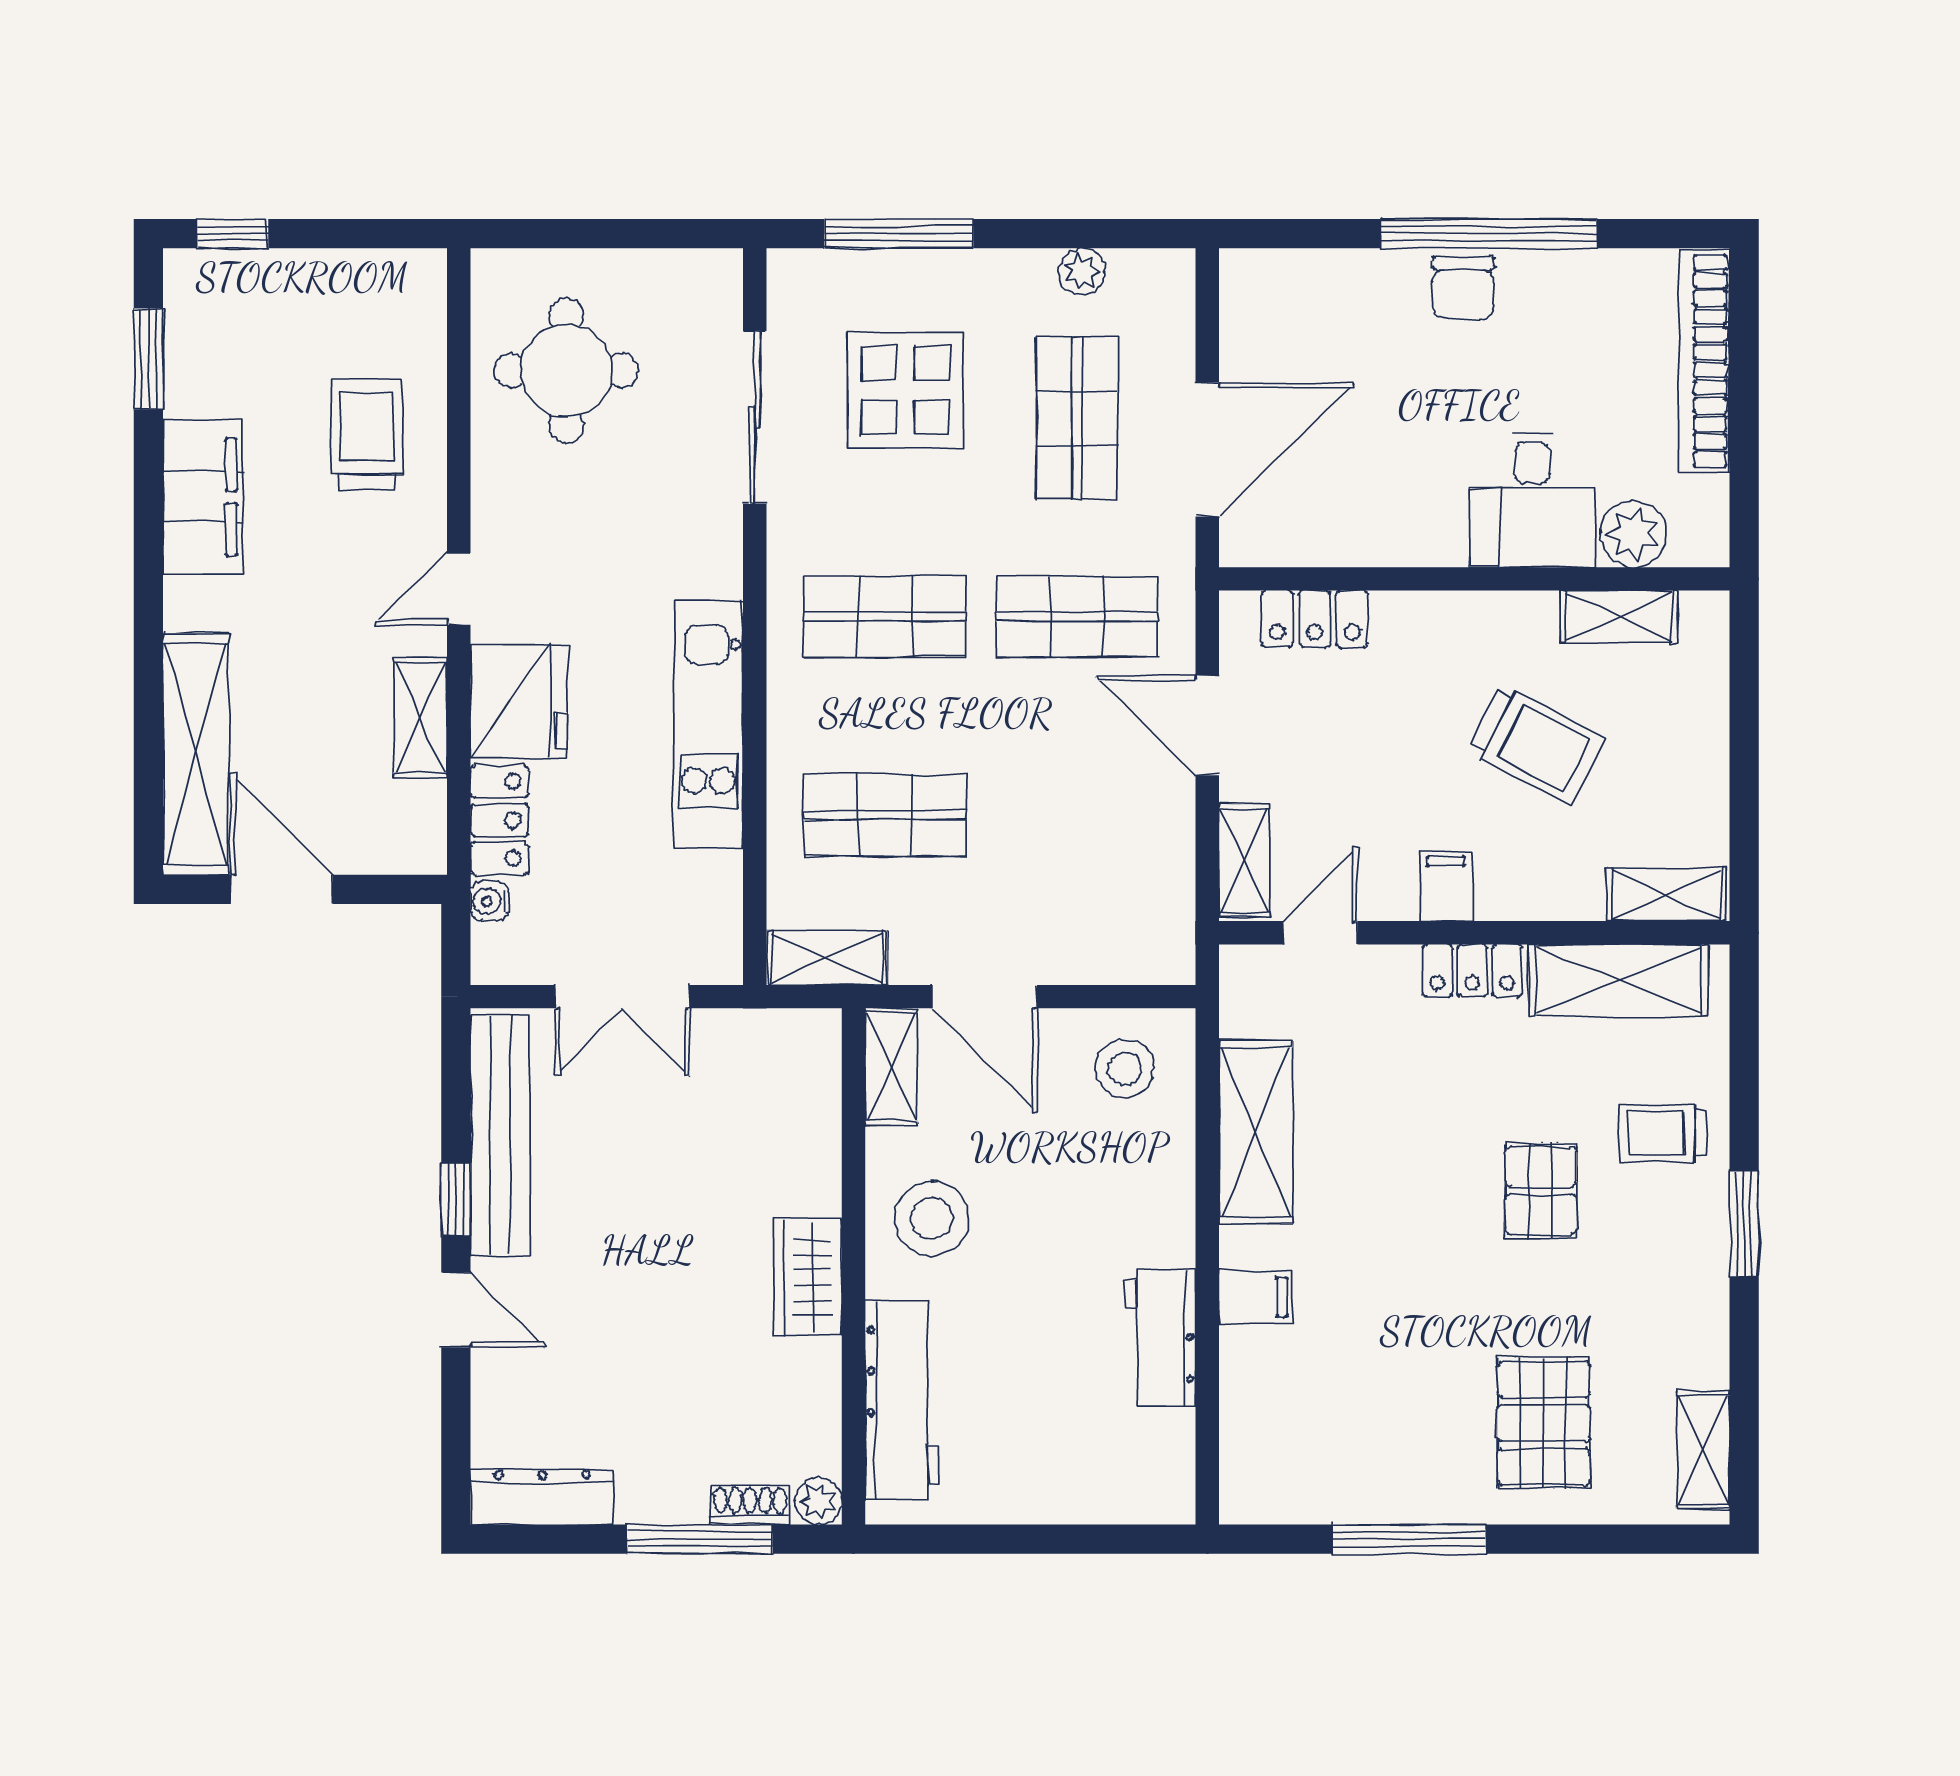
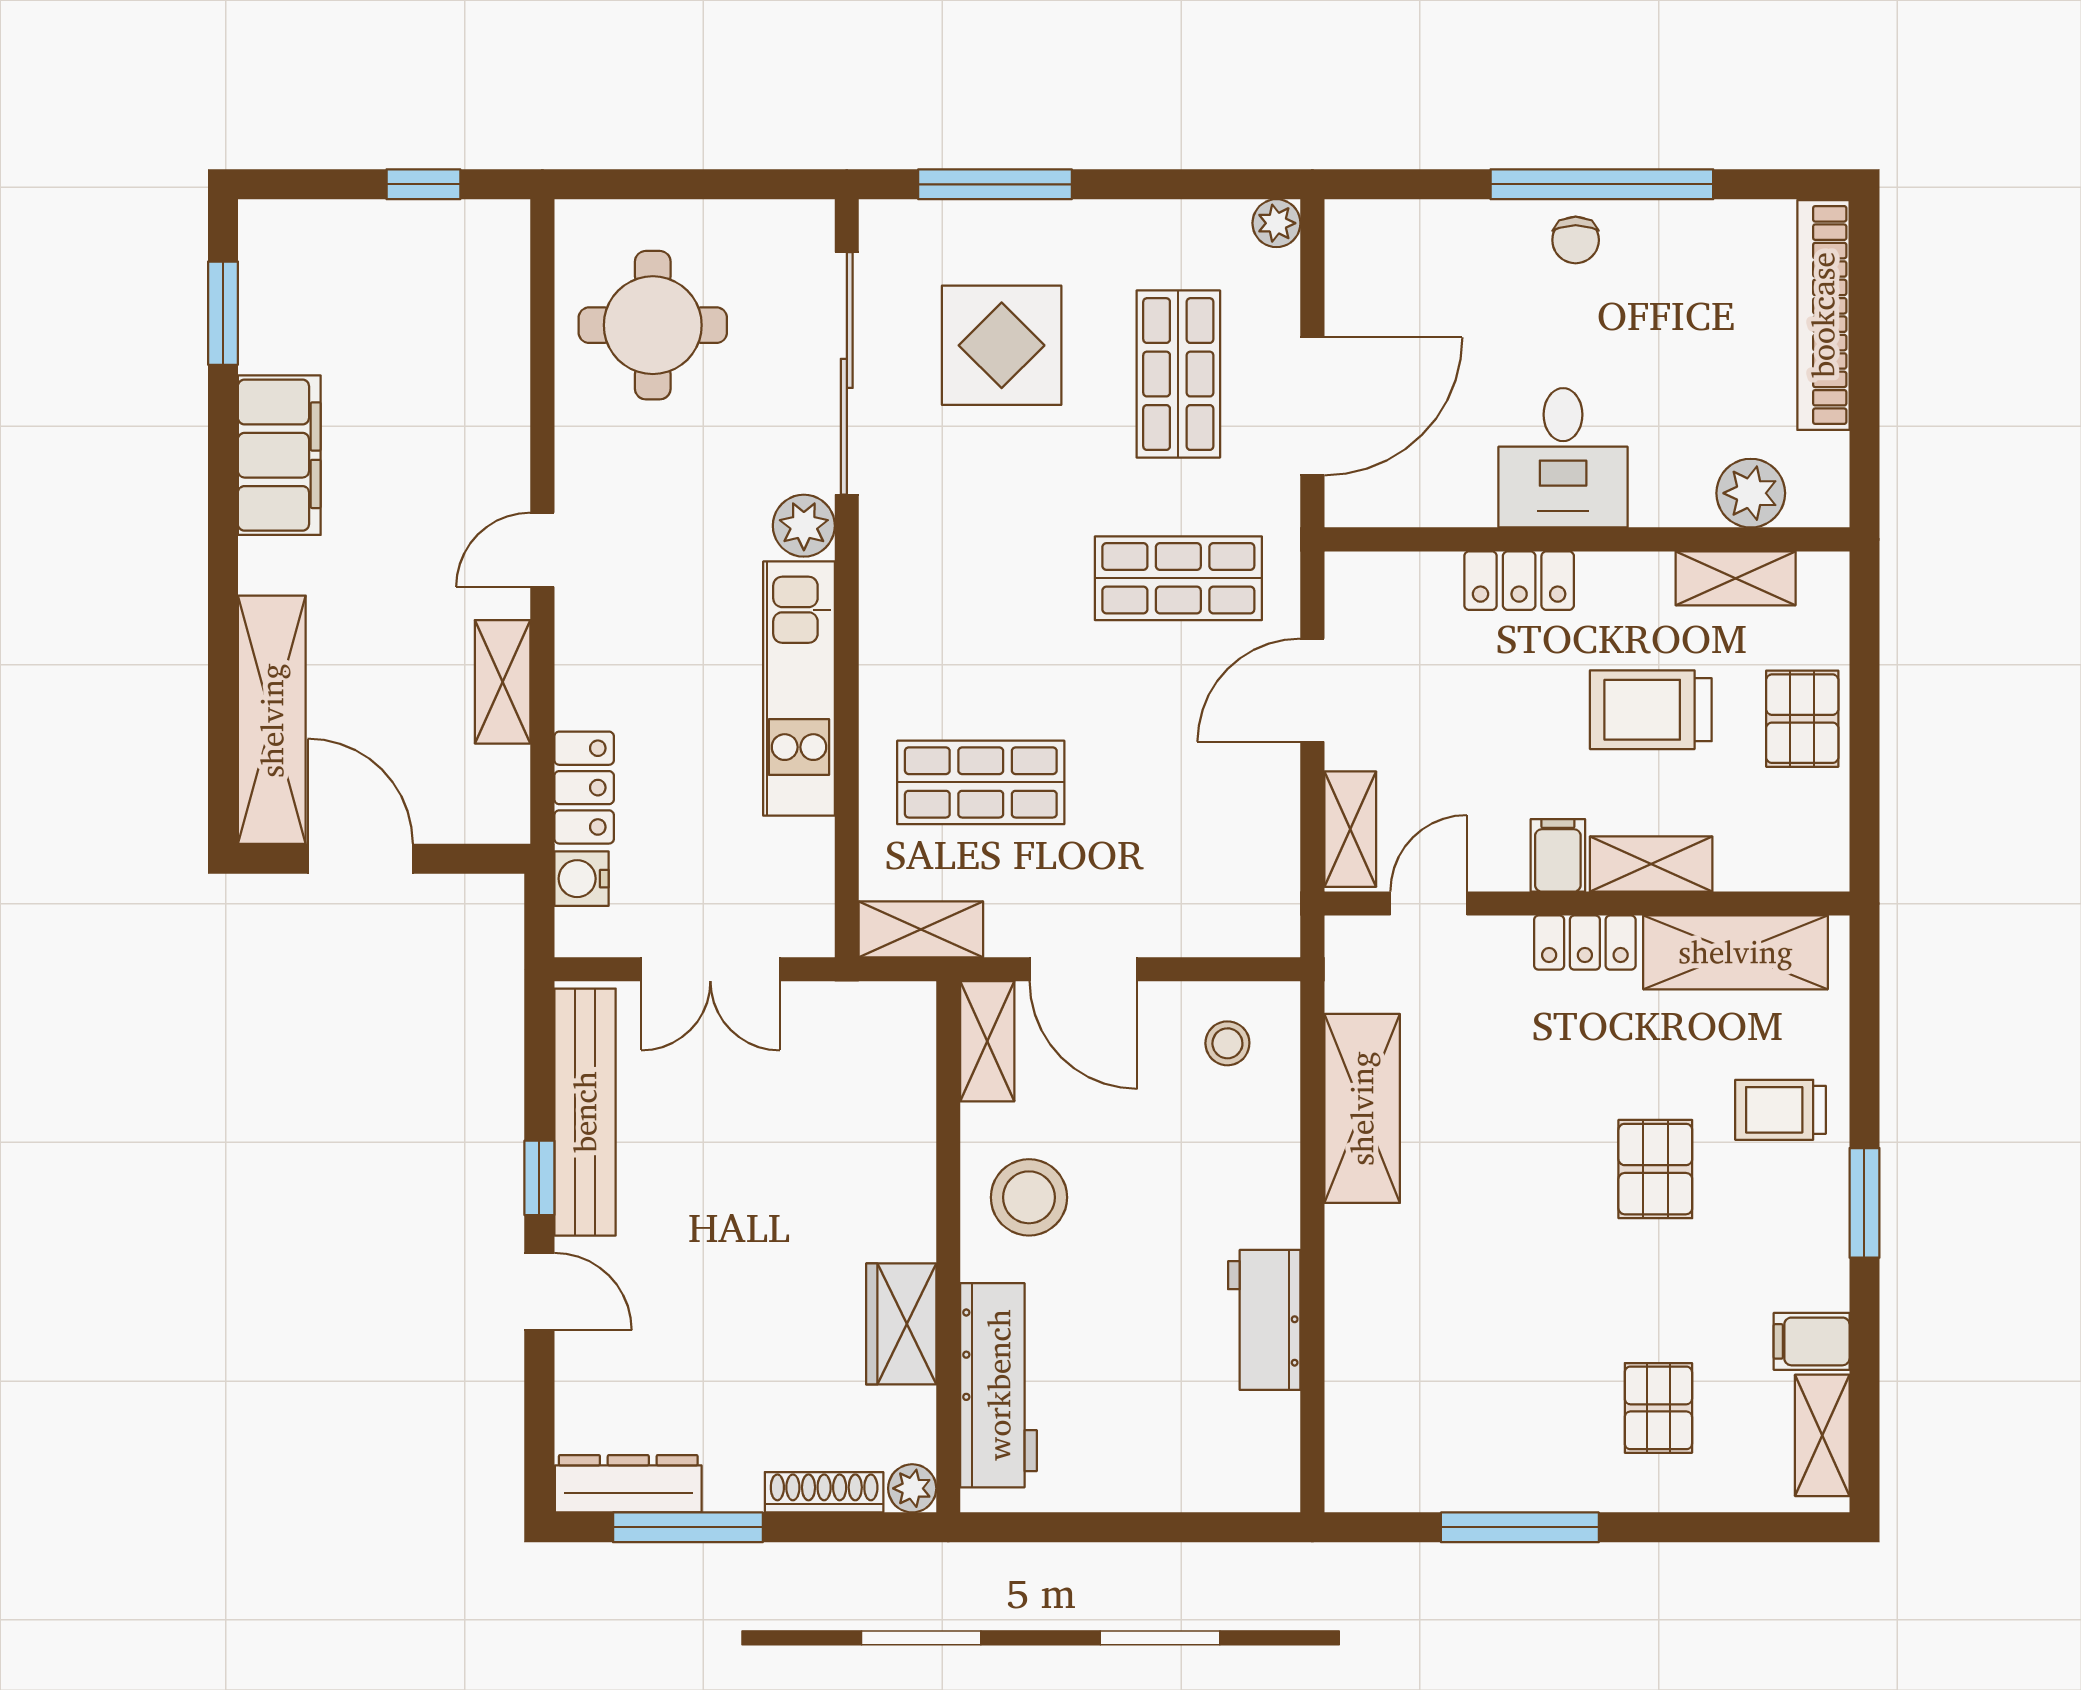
window: (232, 234) -> (423, 184), moved
plant: (1082, 271) -> (1276, 223), moved
chair: (1463, 288) -> (1576, 240), width x0.73, depth x0.73
sliding door: (755, 417) -> (847, 373), width x1.36
trolley: (367, 435) -> (448, 391), removed
desk: (1533, 500) -> (1563, 458), moved
plant: (713, 565) -> (804, 526), added
shop shelf: (885, 617) -> (981, 578), removed
locker: (1315, 619) -> (1519, 581), moved
fridge: (519, 701) -> (604, 665), removed
door: (1207, 725) -> (1312, 690), hinge flipped
trolley: (1536, 744) -> (1651, 710), turned 153
pallet: (1684, 753) -> (1802, 719), added
shelving: (1666, 894) -> (1651, 864), moved
water cooler: (490, 901) -> (581, 879), width x1.38, depth x1.38
stool: (1125, 1069) -> (1227, 1043), width x0.73, depth x0.73
wardrobe: (808, 1277) -> (901, 1324), moved
filing cabinet: (1256, 1297) -> (1812, 1341), moved, turned 180
pallet: (1544, 1423) -> (1658, 1408), width x0.67, depth x0.71
shoe rack: (750, 1505) -> (824, 1492), width x1.43
window: (700, 1539) -> (688, 1527), moved

